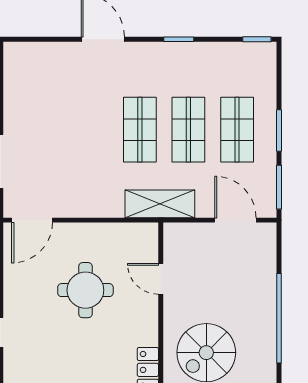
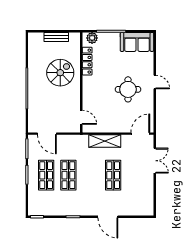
shop shelf: (140, 130) -> (113, 175), moved
shelving: (160, 204) -> (105, 141), moved
door: (161, 279) -> (81, 117), moved
round table: (85, 290) -> (128, 89), moved

